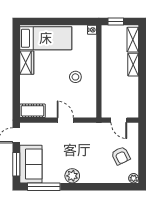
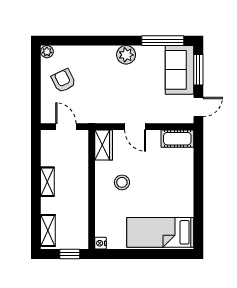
wardrobe: (27, 63) -> (104, 145), moved, turned 180
shelving: (133, 65) -> (47, 182), moved

